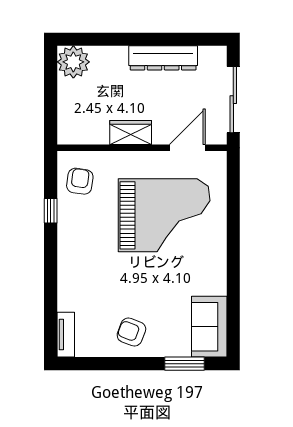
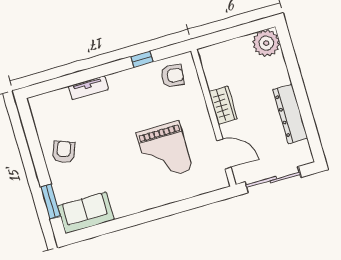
grand piano: (164, 215) -> (165, 151), width x0.73, depth x0.68
tv unit: (66, 335) -> (88, 88), moved

